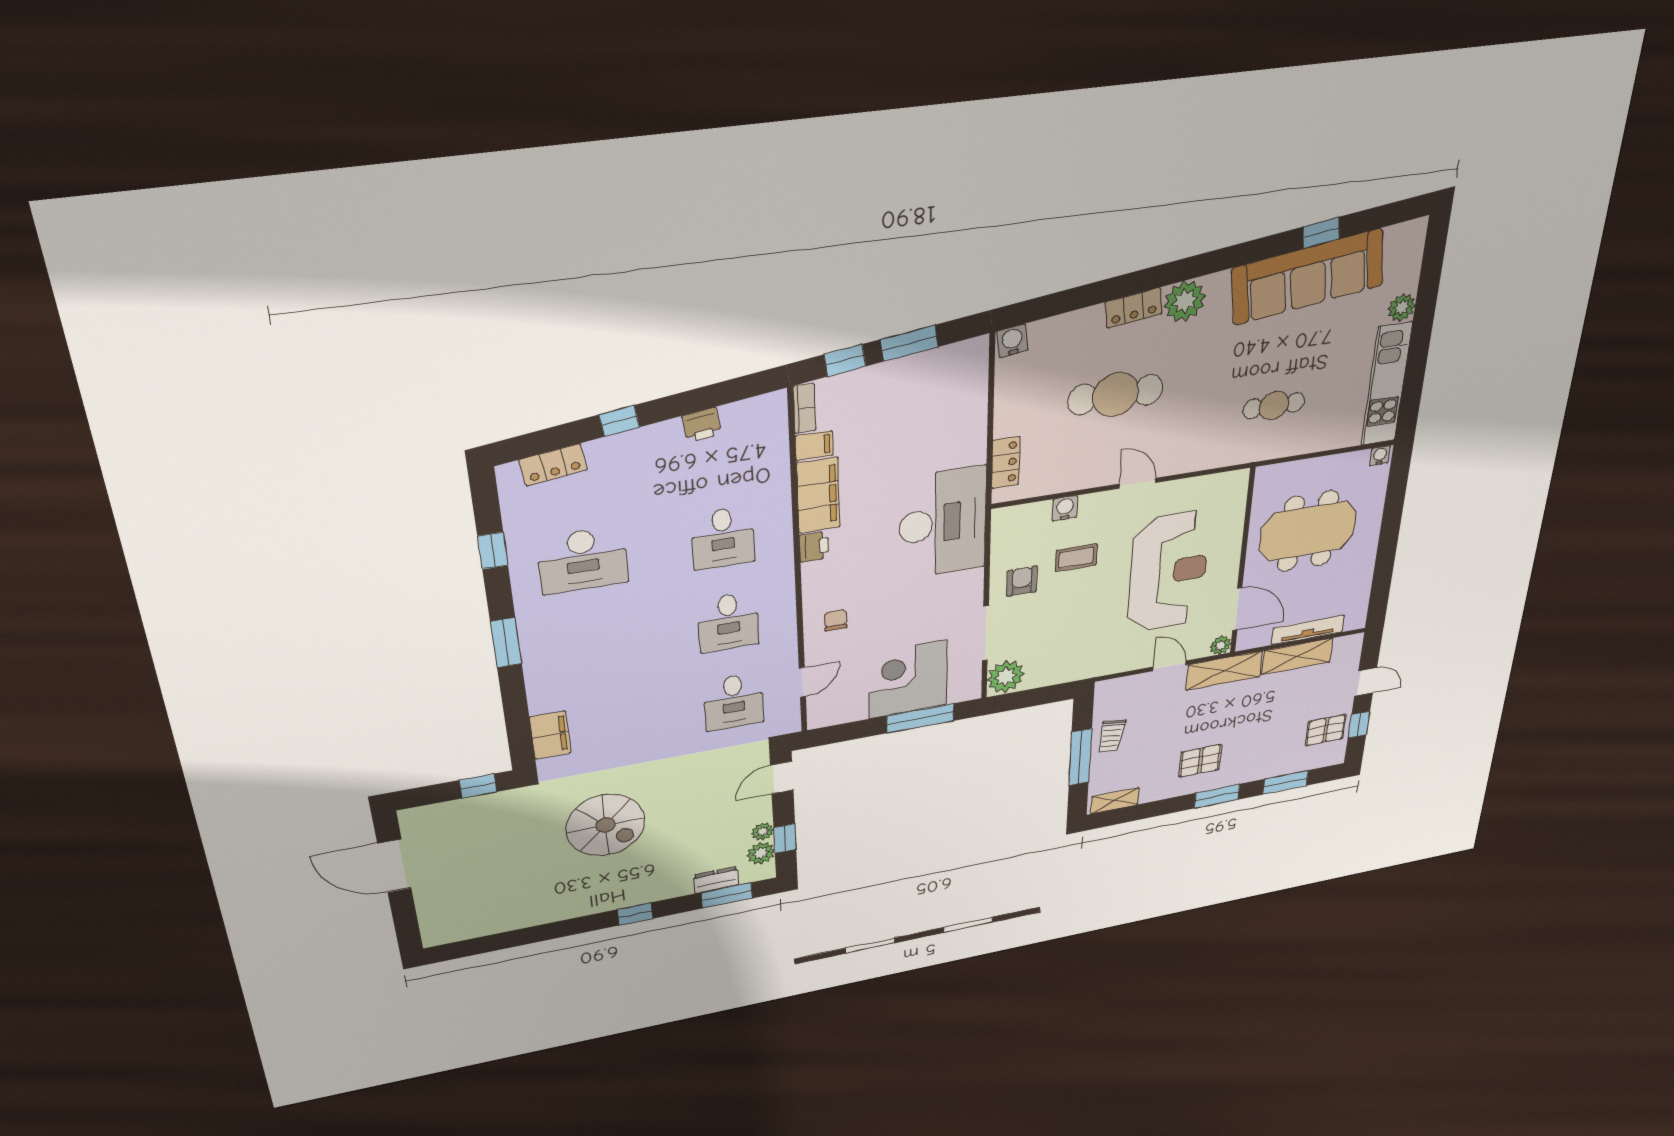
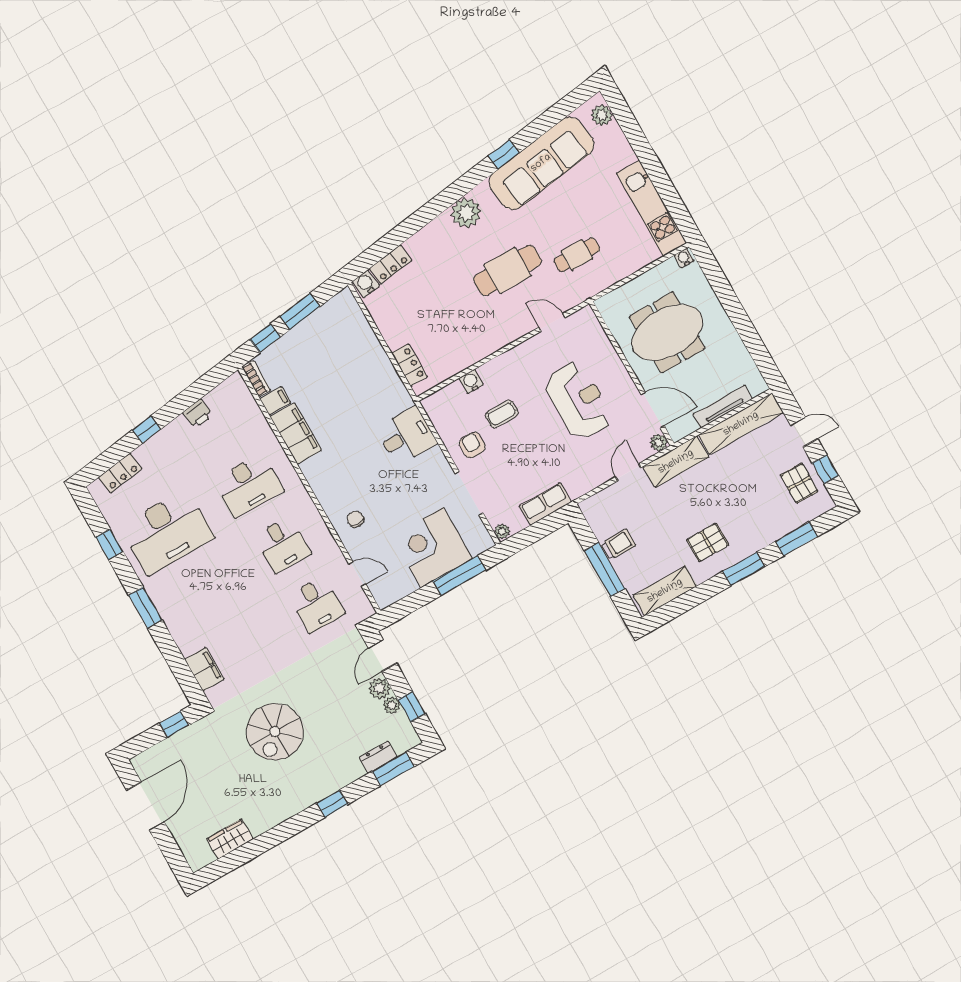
window: (1321, 233) -> (504, 154), moved
plant: (1402, 307) -> (602, 115), moved
locker: (1134, 308) -> (391, 264), moved
cafe table: (1115, 395) -> (508, 270), moved
door: (1138, 483) -> (552, 323), moved
desk: (943, 523) -> (406, 436), width x0.53, depth x0.77
desk: (723, 538) -> (249, 485), width x1.37
printer: (814, 547) -> (312, 470), removed
desk: (583, 560) -> (167, 532), width x1.36, depth x1.30
reception desk: (1168, 572) -> (578, 400), width x0.74, depth x0.77
shelving: (1297, 656) -> (741, 424), width x1.47
door: (1169, 666) -> (628, 472), hinge flipped
row of seats: (1062, 671) -> (545, 504), added
plant: (1006, 677) -> (502, 531), width x0.53, depth x0.53
door: (802, 682) -> (357, 574), hinge flipped
pallet: (1326, 730) -> (799, 483), turned 90
trolley: (1111, 736) -> (619, 544), turned -98
shelving: (1115, 801) -> (665, 591), width x1.50, depth x1.33
spiral stairs: (605, 825) -> (275, 732), turned 90
plant: (761, 853) -> (379, 688), moved
door: (394, 866) -> (145, 806), swing flipped
wardrobe: (489, 923) -> (230, 839), added

